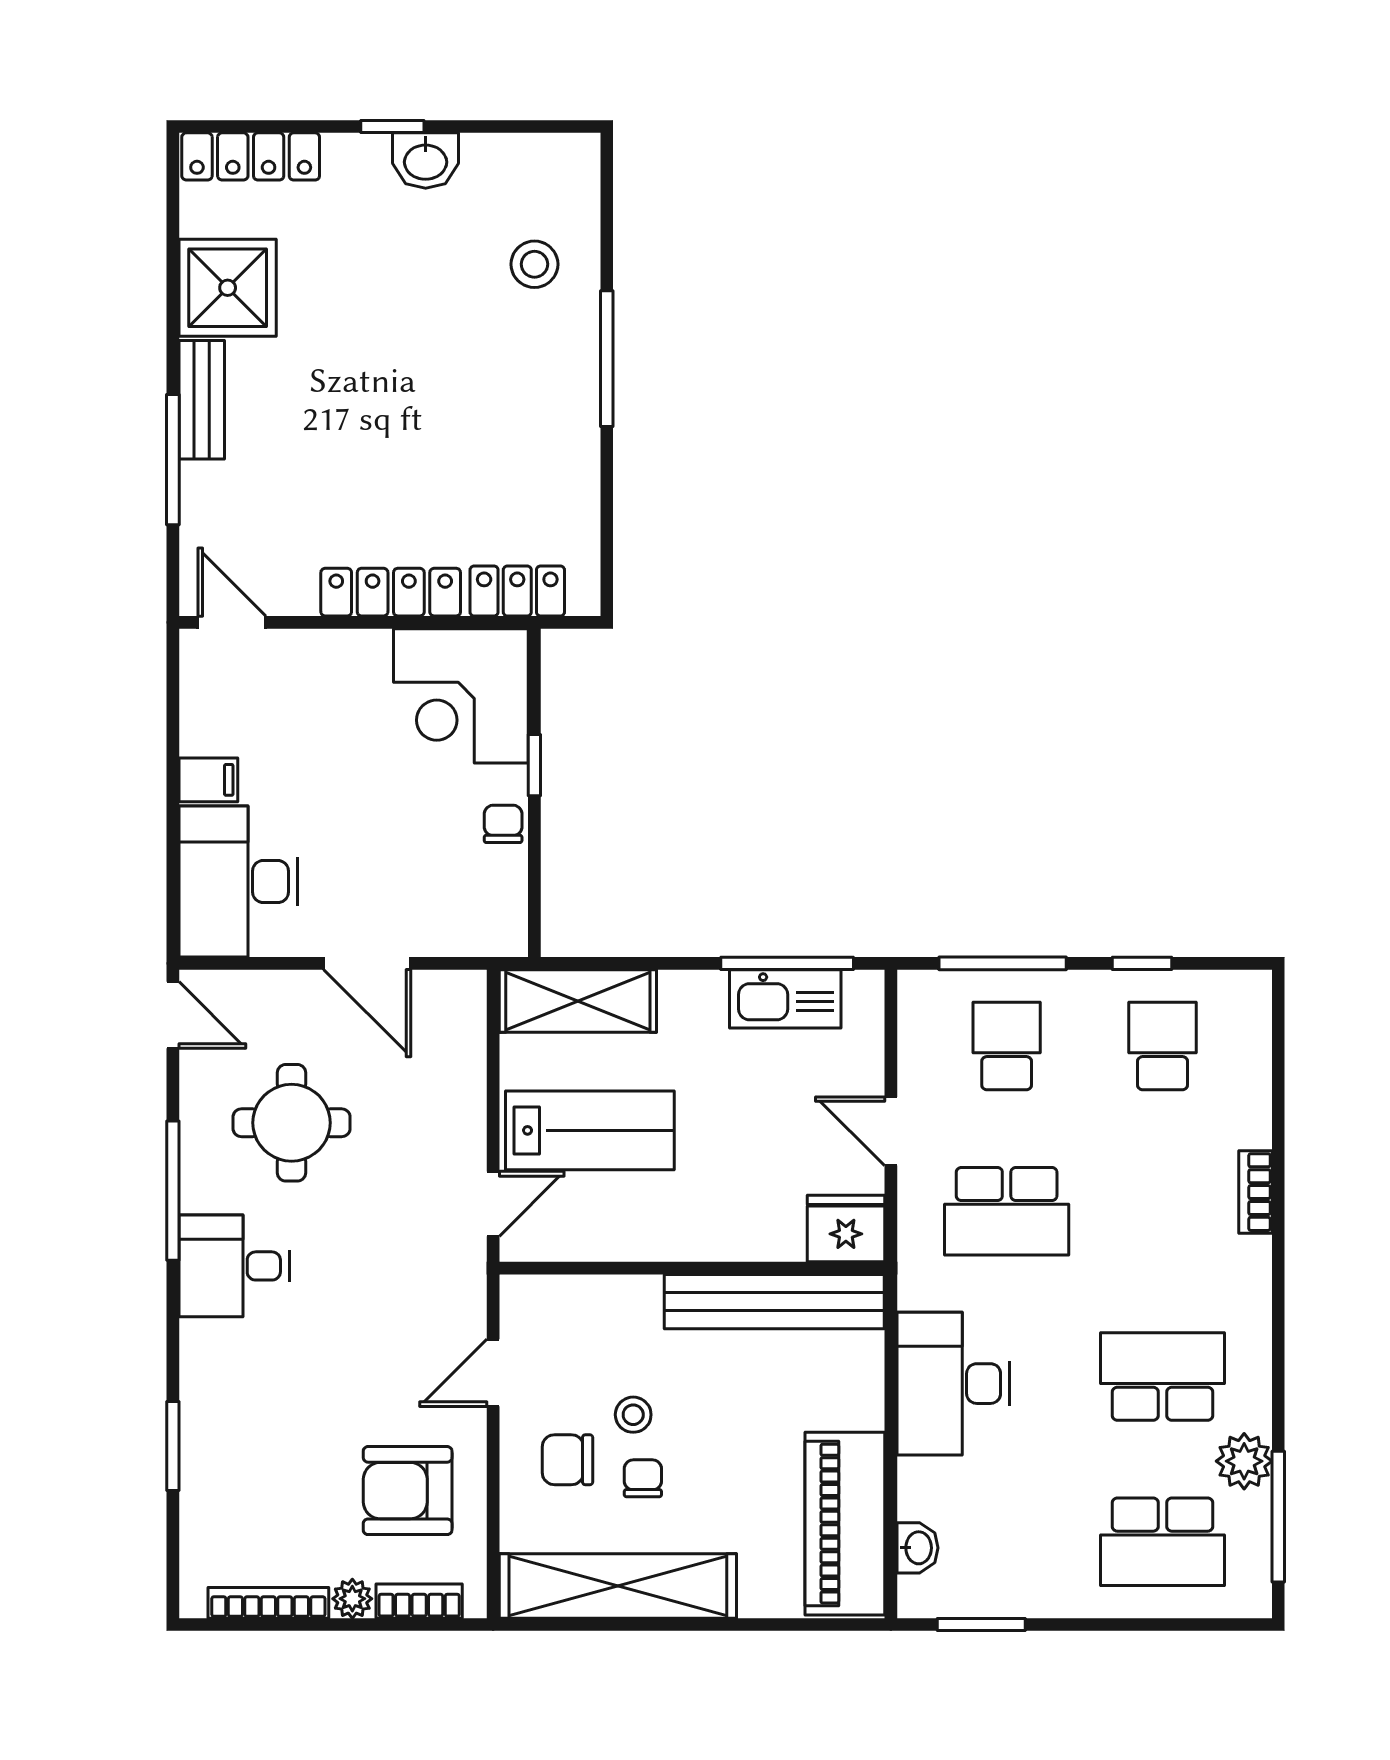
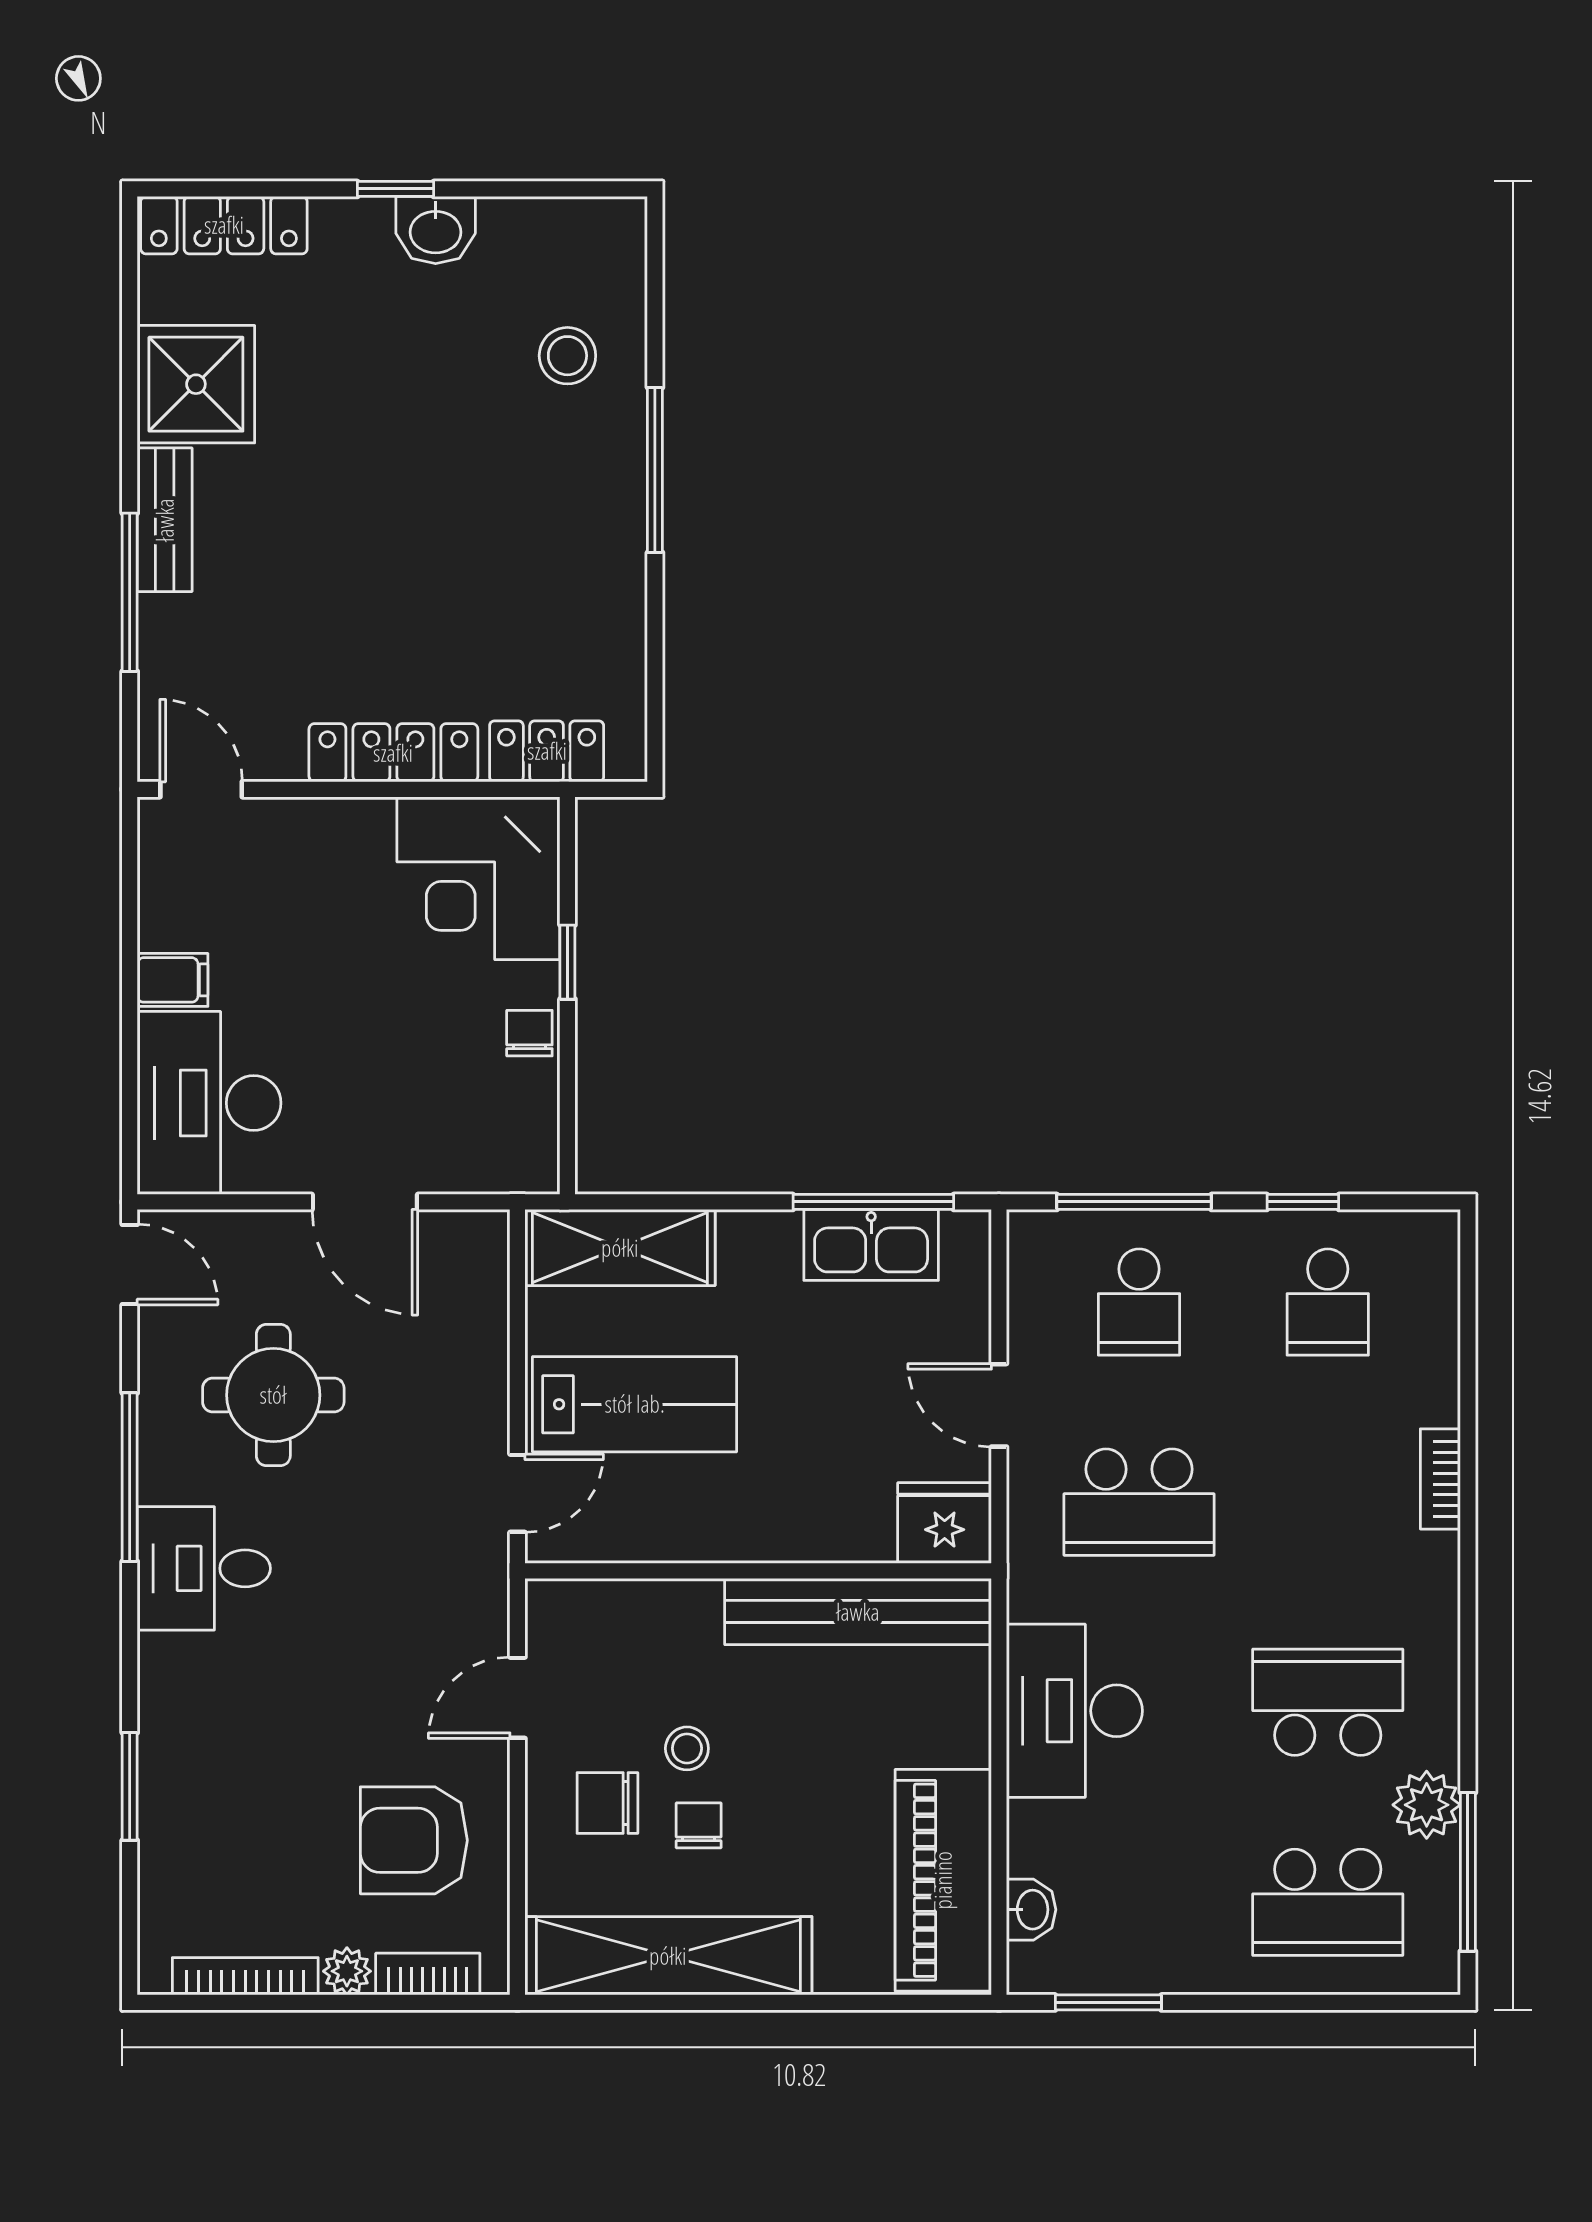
school desk: (1007, 1046) -> (1139, 1302), turned 180
school desk: (1163, 1046) -> (1328, 1302), turned 180

